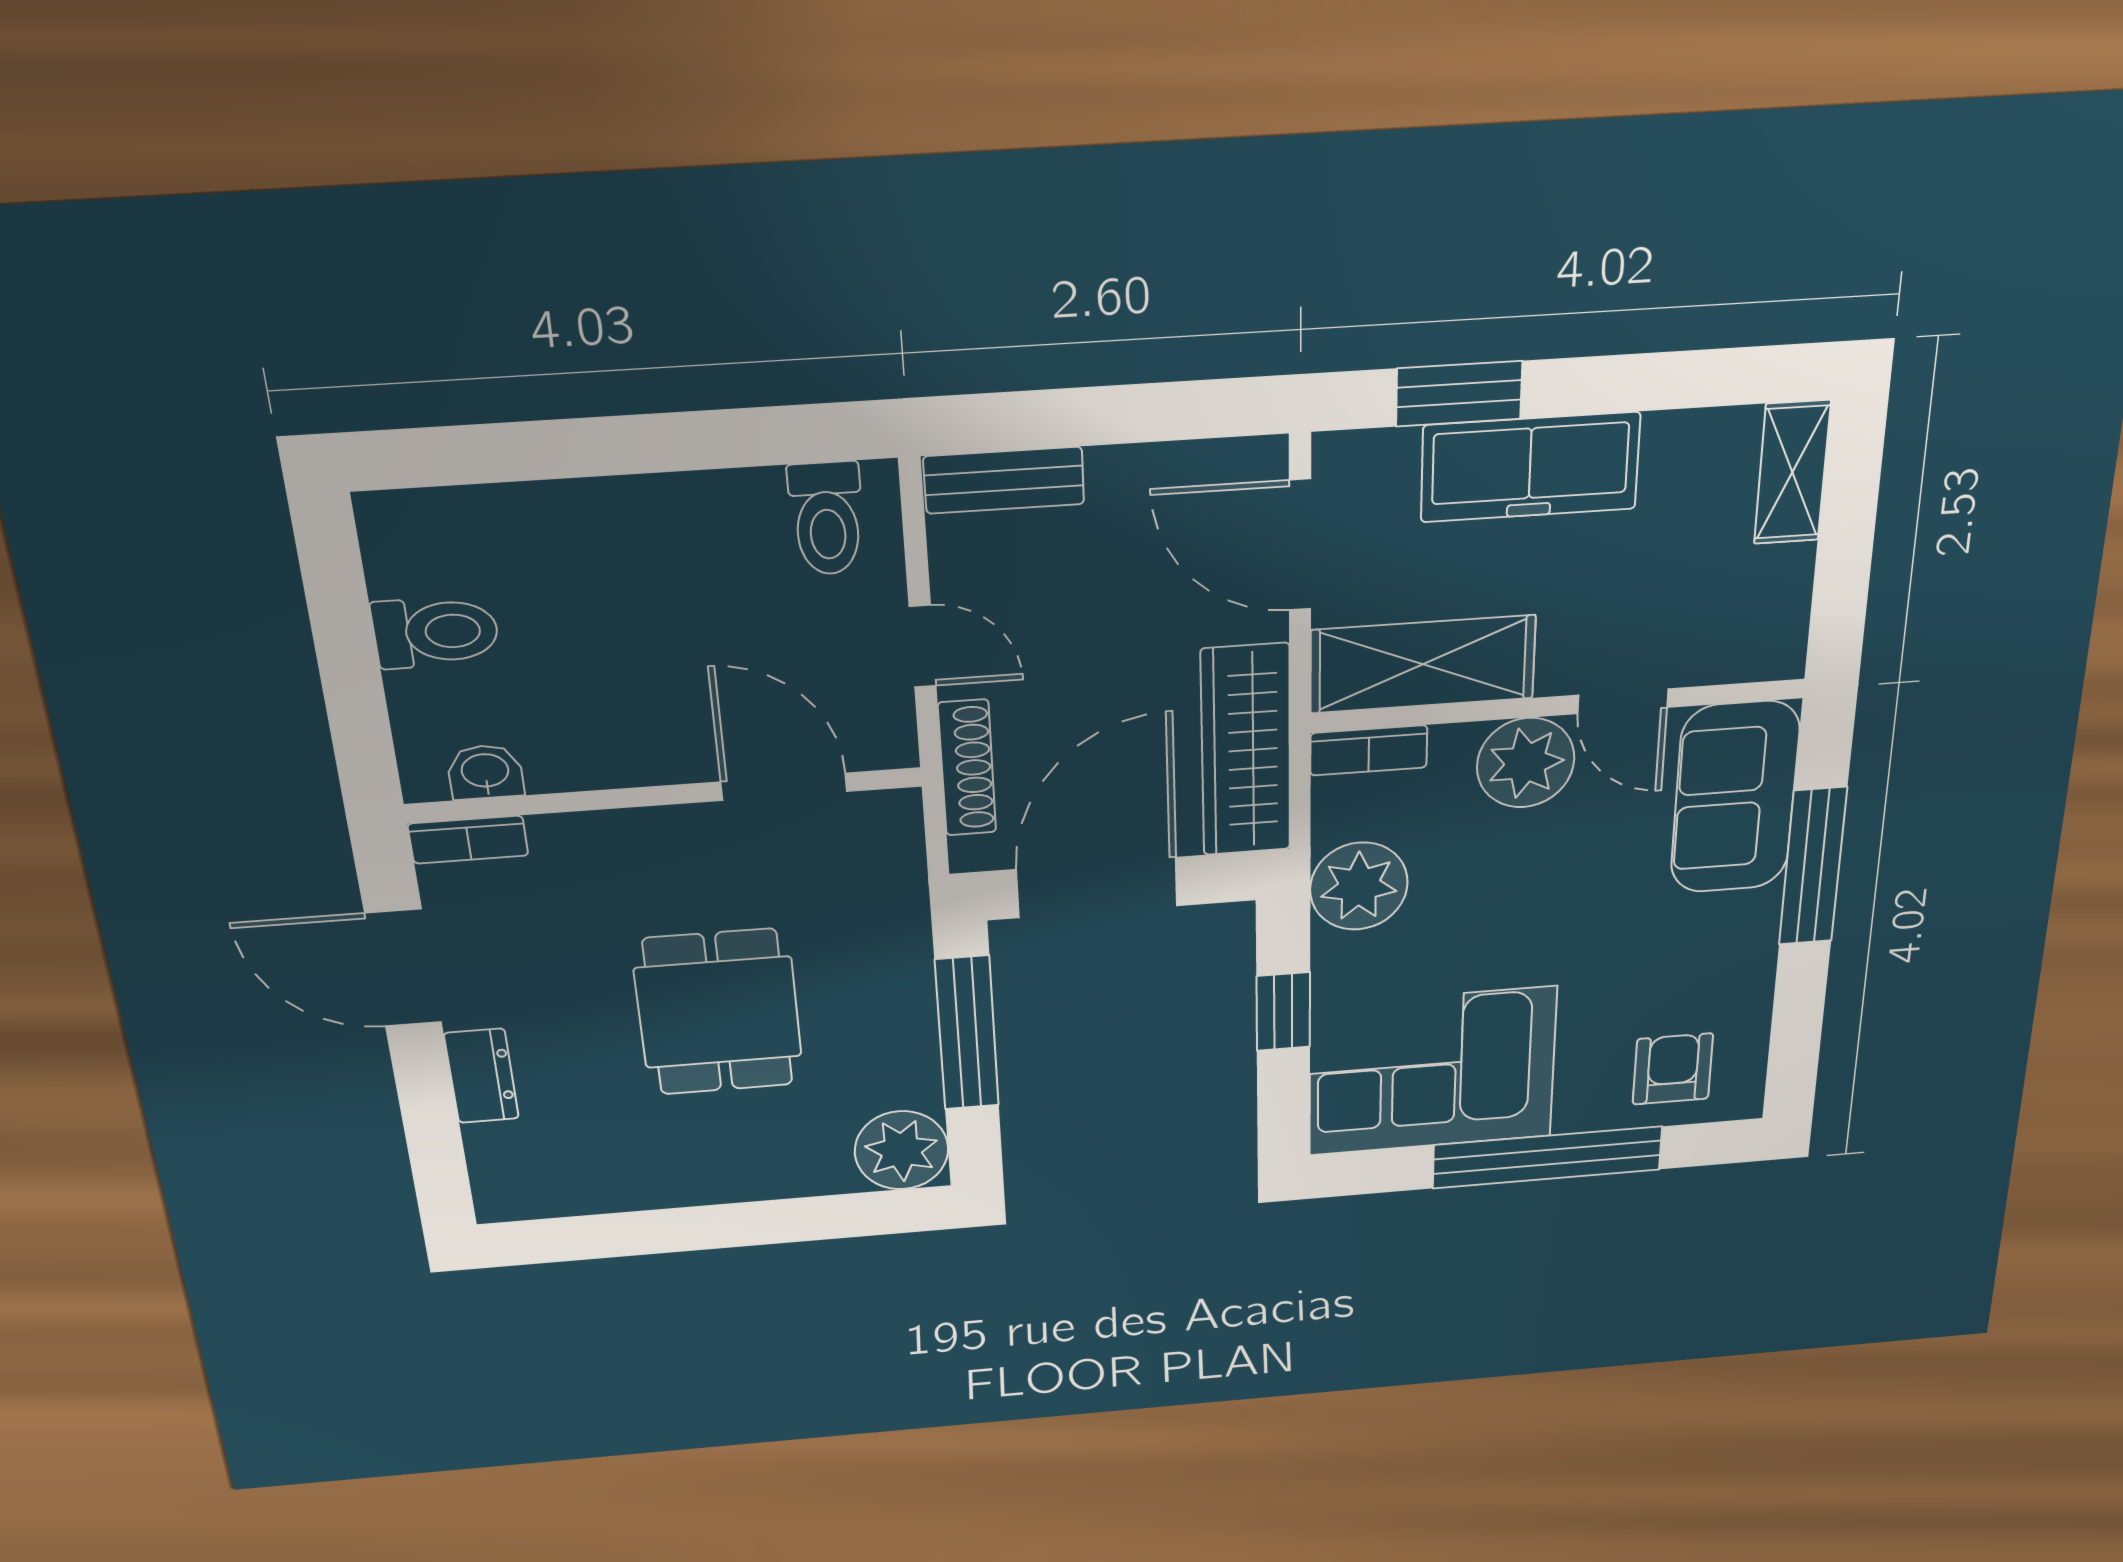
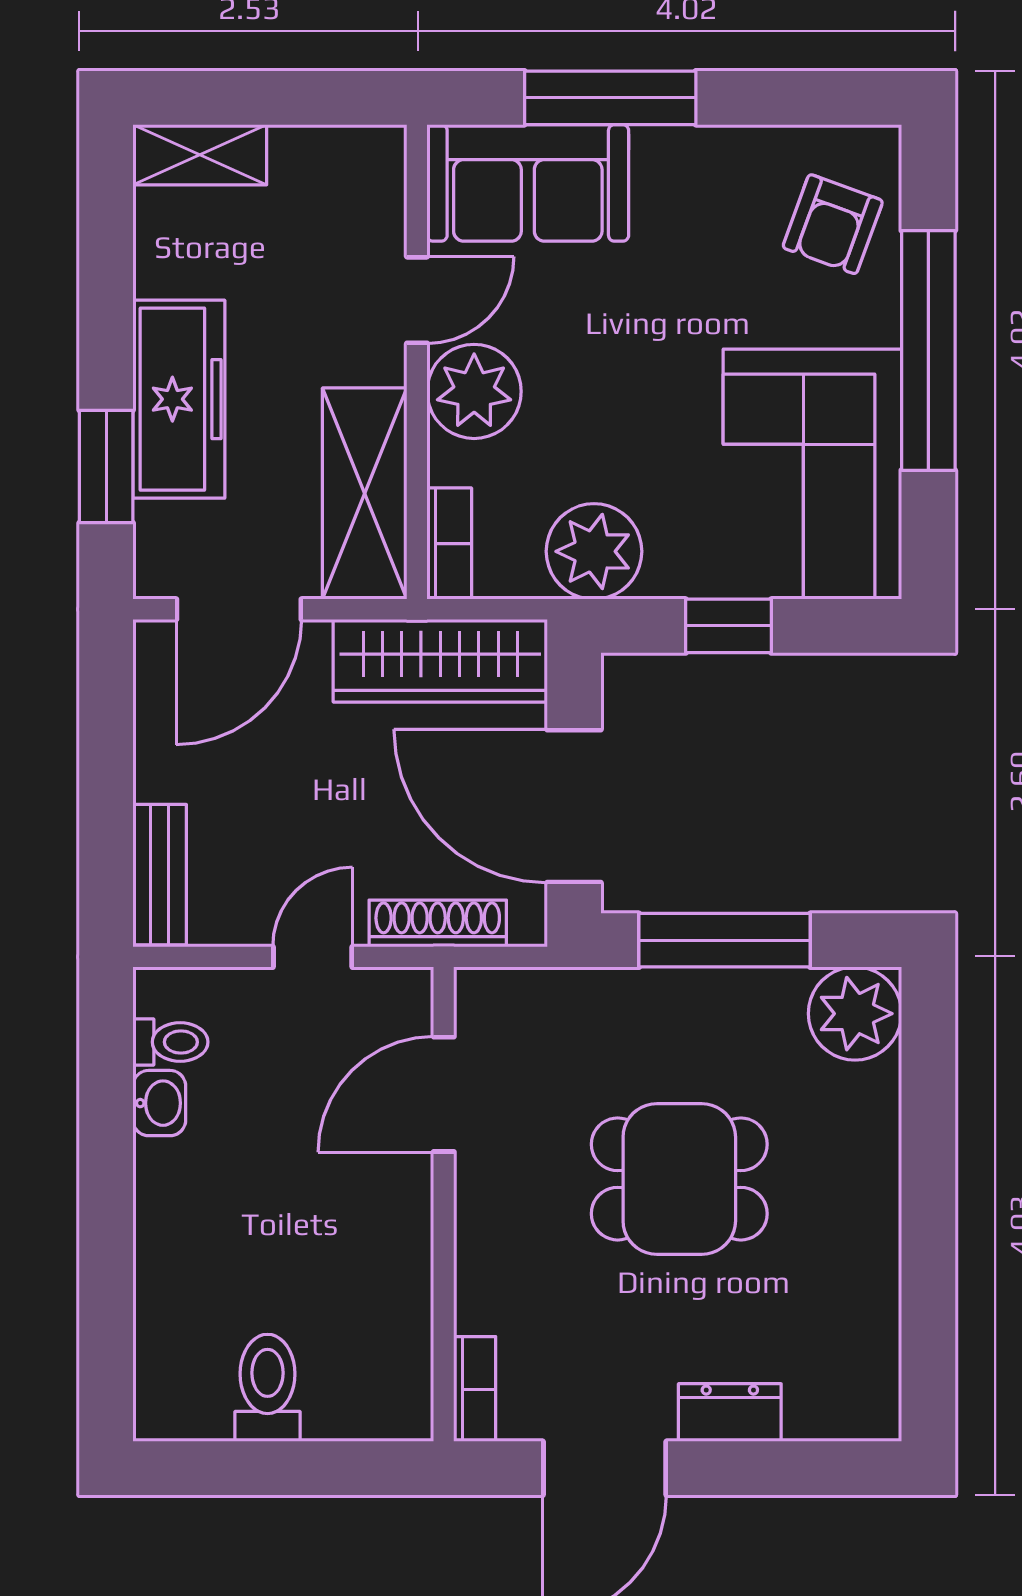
toilet: (827, 519) -> (170, 1042), width x0.73, depth x0.72
washbasin: (485, 772) -> (159, 1103), moved, turned 180
armchair: (1673, 1069) -> (833, 224), turned -70

